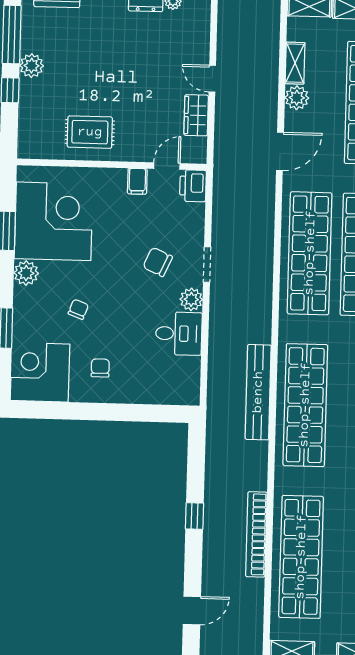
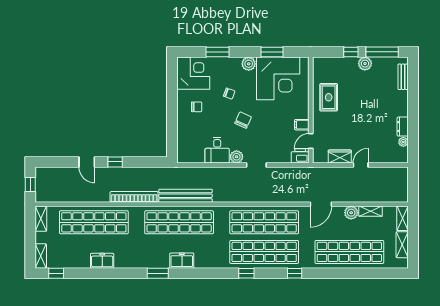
door: (280, 151) -> (321, 204), hinge flipped
door: (167, 166) -> (311, 141), swing flipped
chair: (158, 262) -> (243, 120), moved
bookcase: (256, 534) -> (134, 197), moved
door: (192, 610) -> (87, 162), moved

